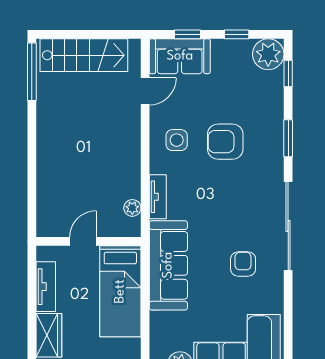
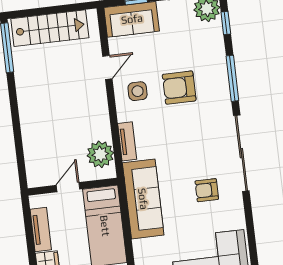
door: (145, 91) -> (107, 67), moved
window: (288, 138) -> (232, 78), width x1.44
plant: (132, 208) -> (100, 154), width x1.88, depth x1.88
armchair: (243, 264) -> (207, 190), turned -90

